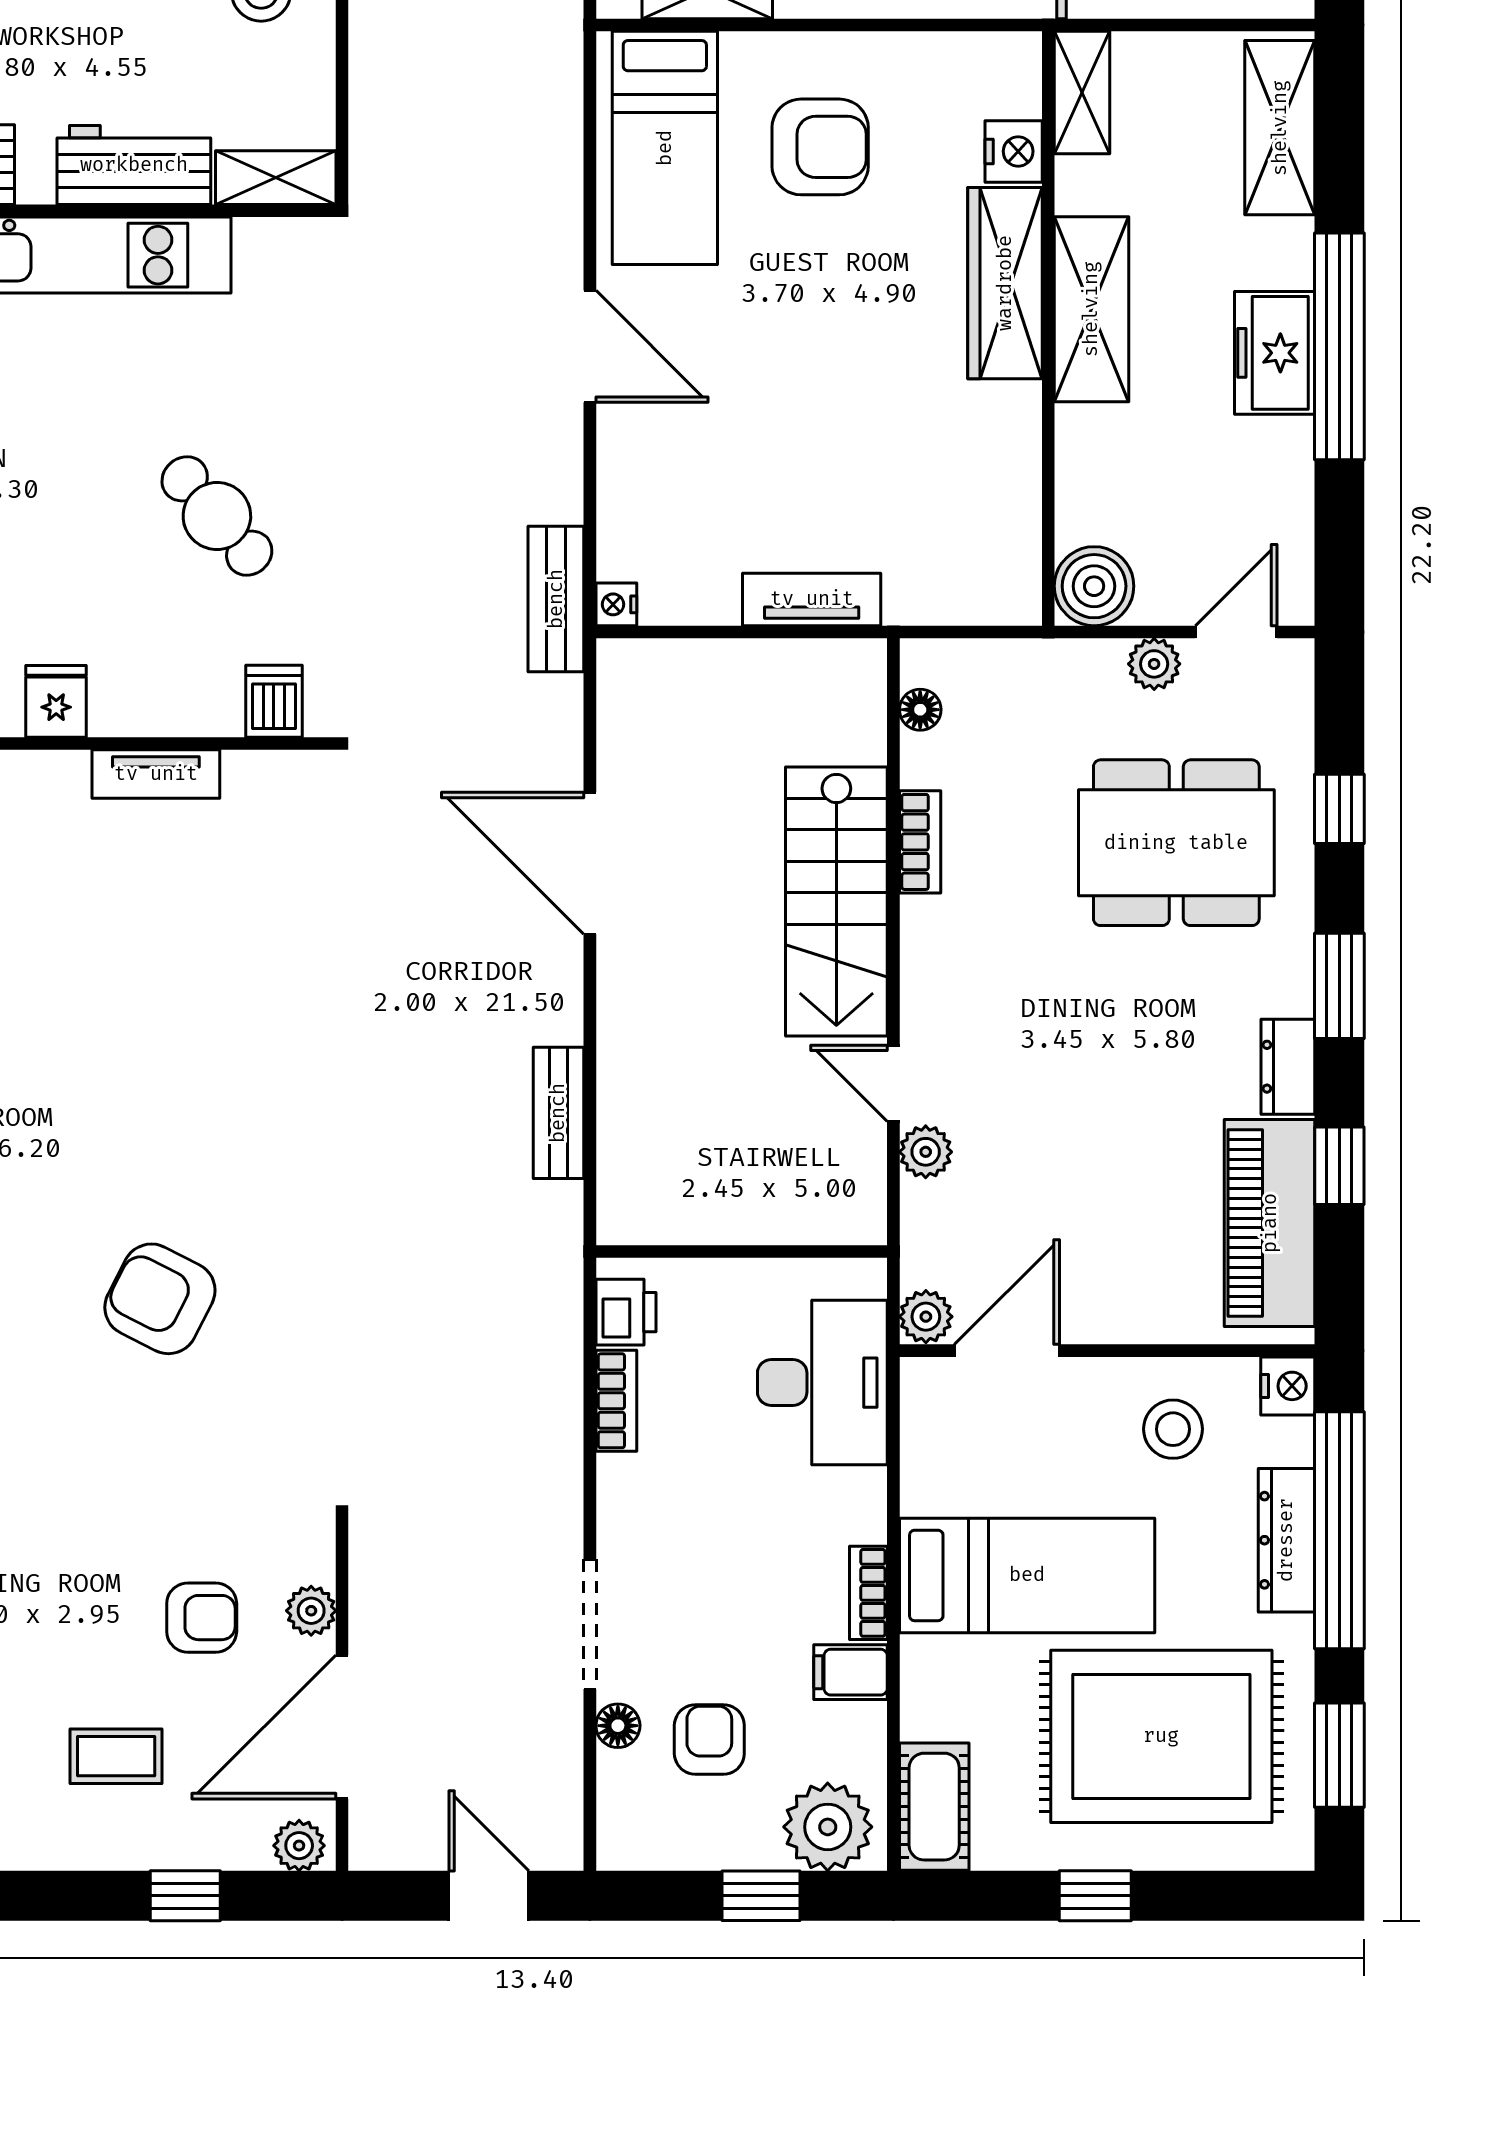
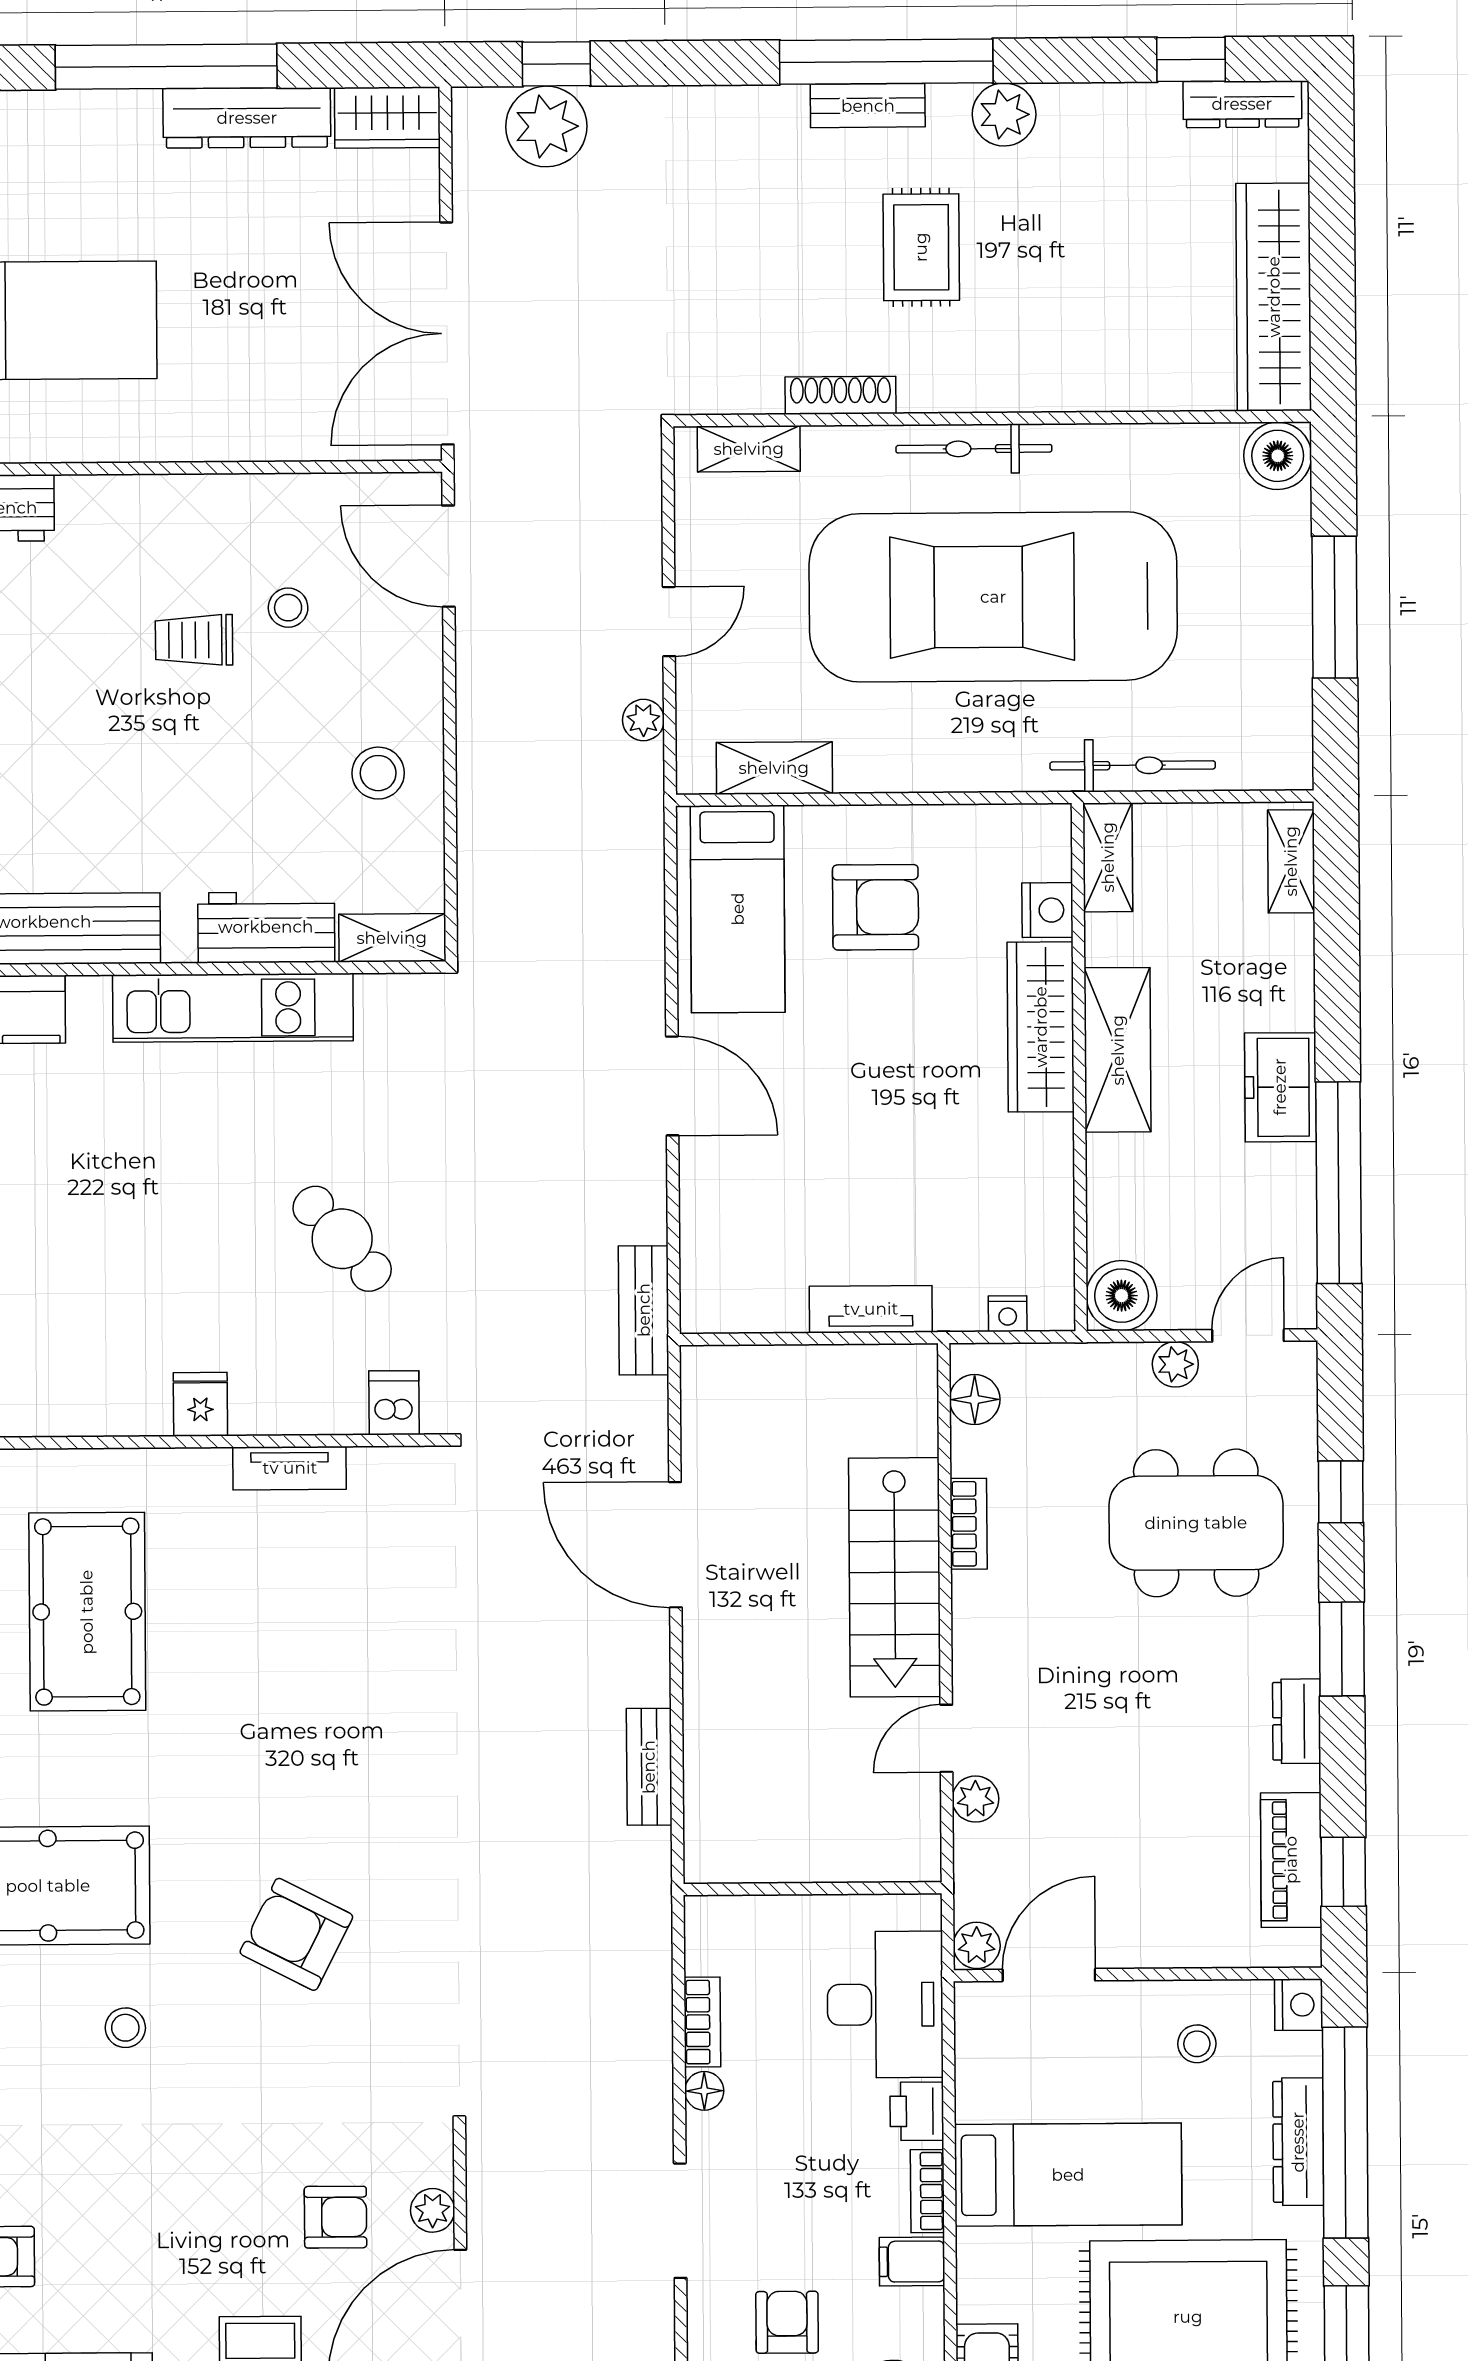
shelving: (1280, 128) -> (1291, 861), width x0.67, depth x0.75
window: (1339, 346) -> (1339, 1183), moved
nightstand: (616, 604) -> (1008, 1314), moved, turned -90
floor lamp: (920, 710) -> (975, 1400), width x1.37, depth x1.37
door: (893, 1083) -> (946, 1738), hinge flipped
window: (1339, 1166) -> (1343, 1872), moved
piano: (1270, 1223) -> (1291, 1860), width x0.73, depth x0.75
printer: (626, 1312) -> (917, 2111), moved, turned 180
stool: (1173, 1429) -> (1197, 2044), width x0.73, depth x0.73
floor lamp: (618, 1726) -> (704, 2091), moved

